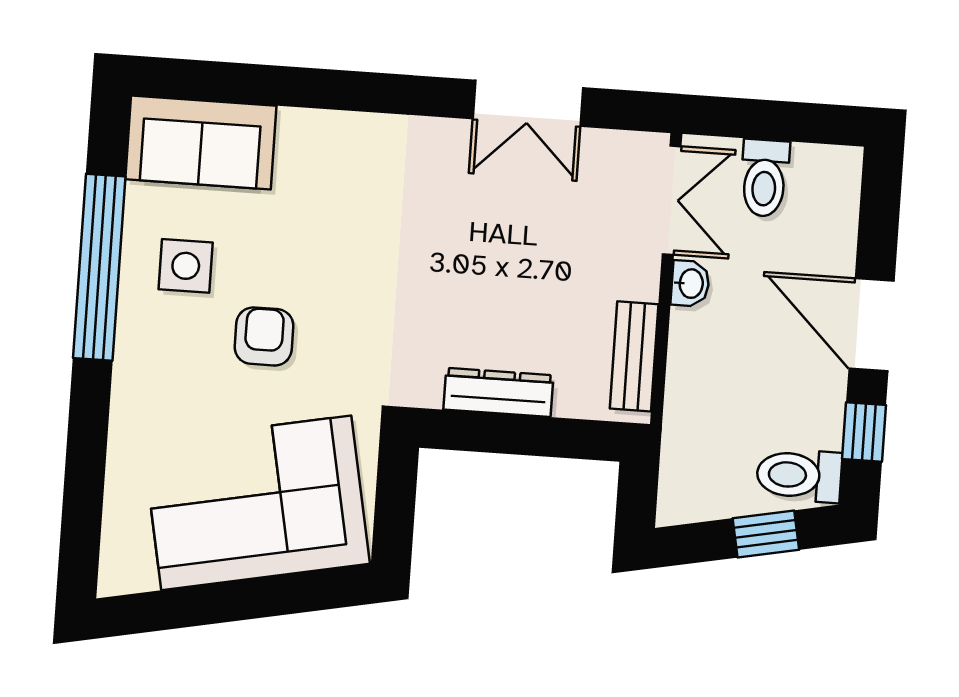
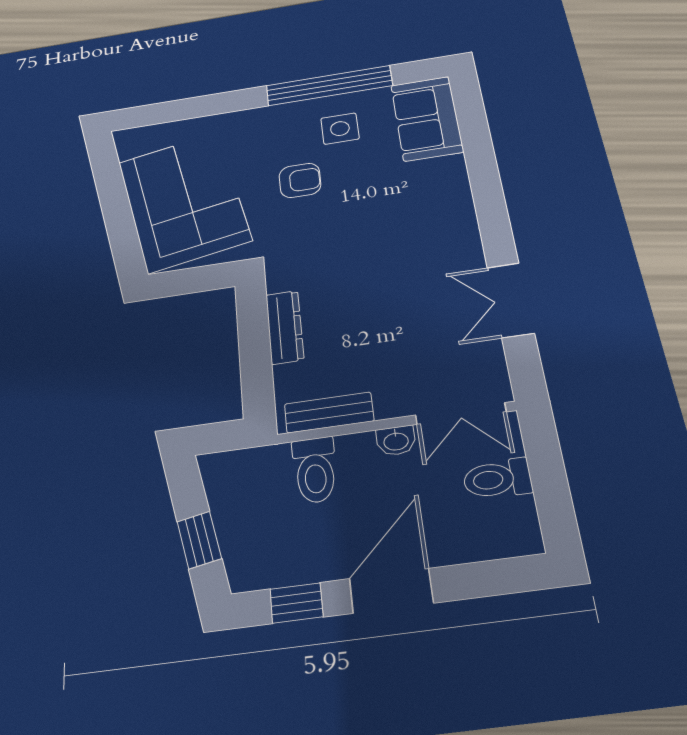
toilet: (799, 475) -> (315, 470), moved, turned 180

